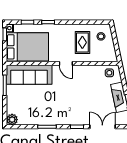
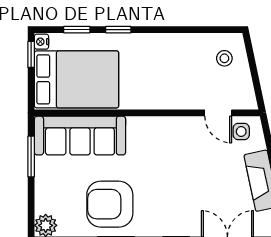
rug: (82, 42) -> (187, 71), removed
door: (66, 64) -> (218, 113), moved
armchair: (44, 109) -> (110, 204), added

